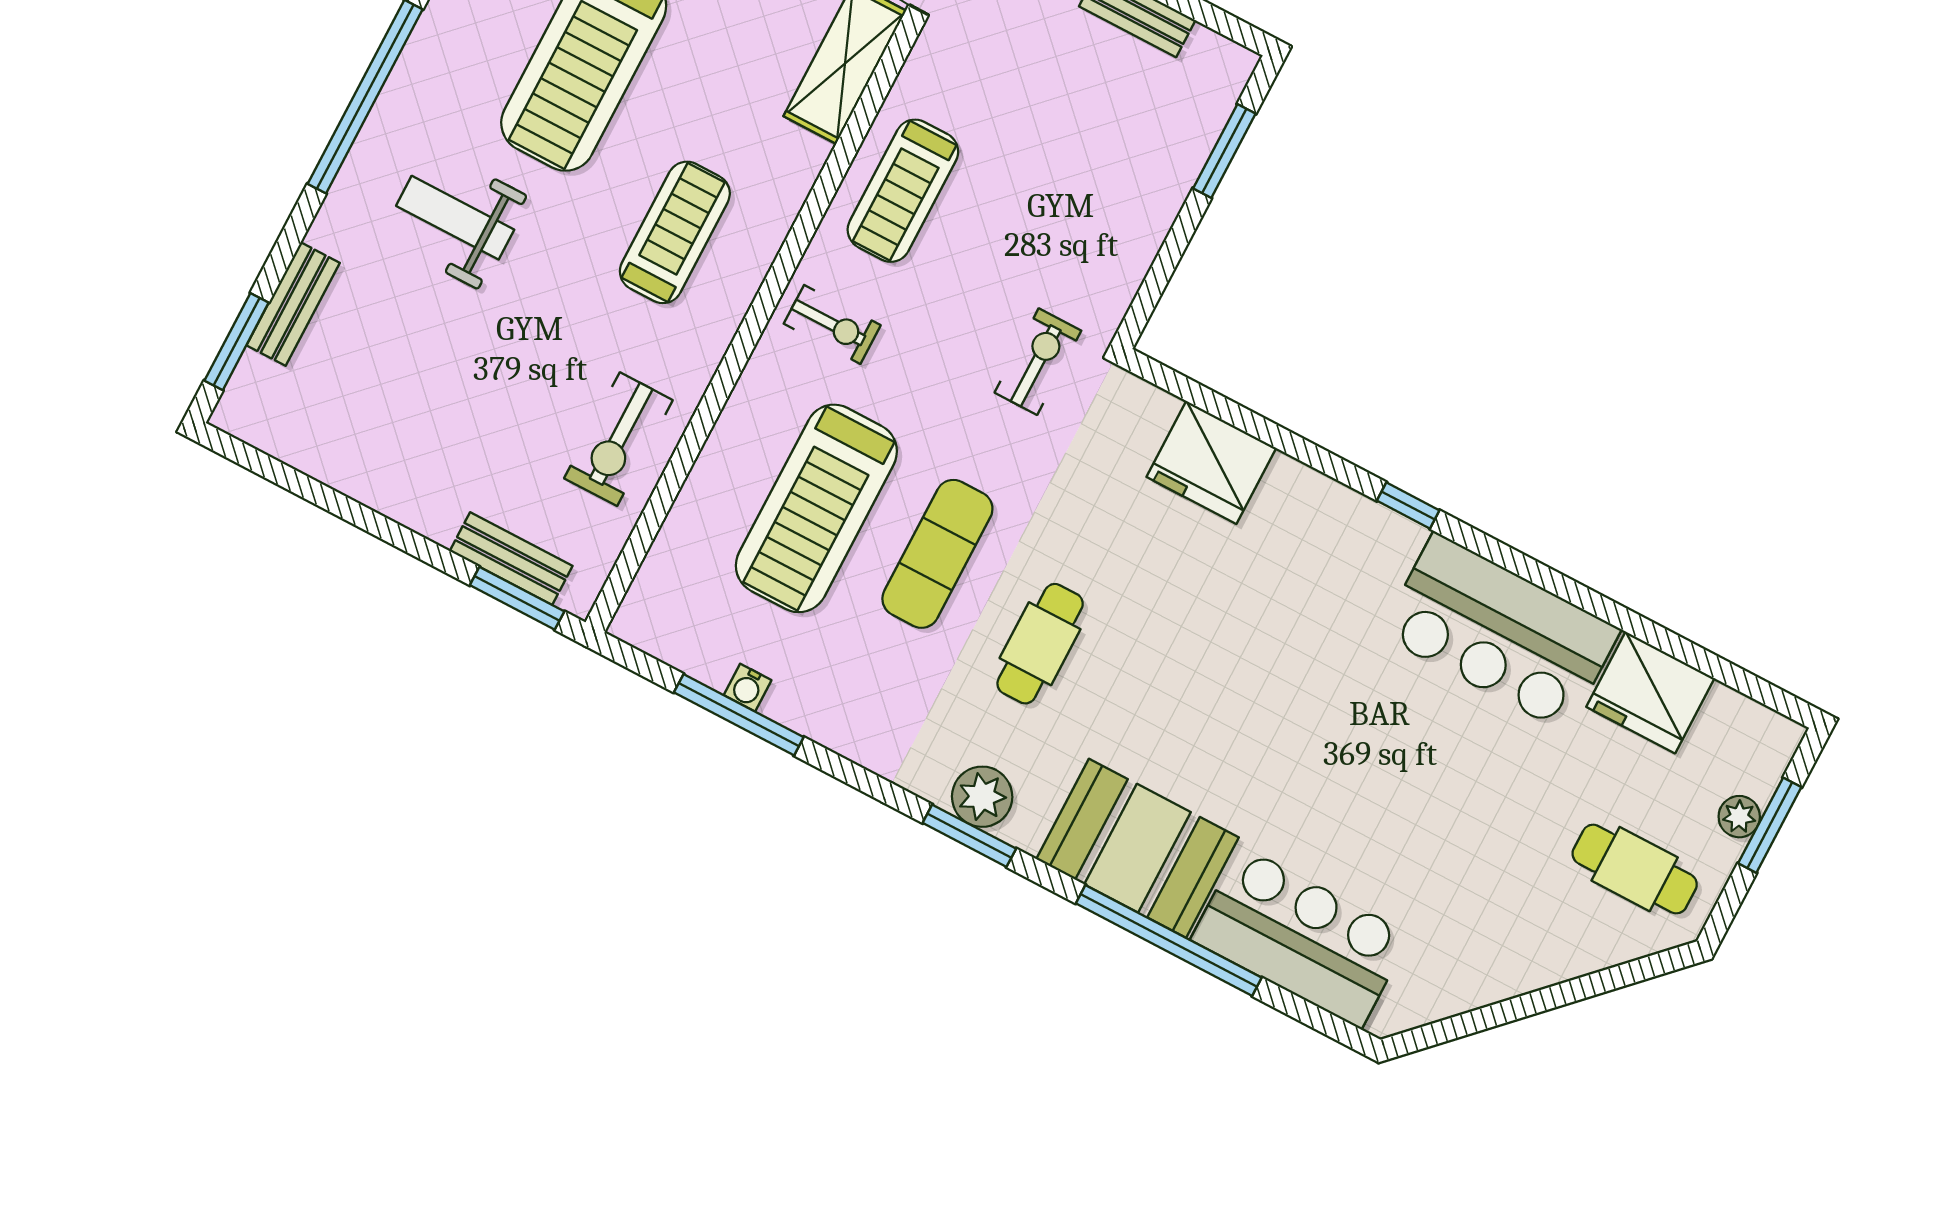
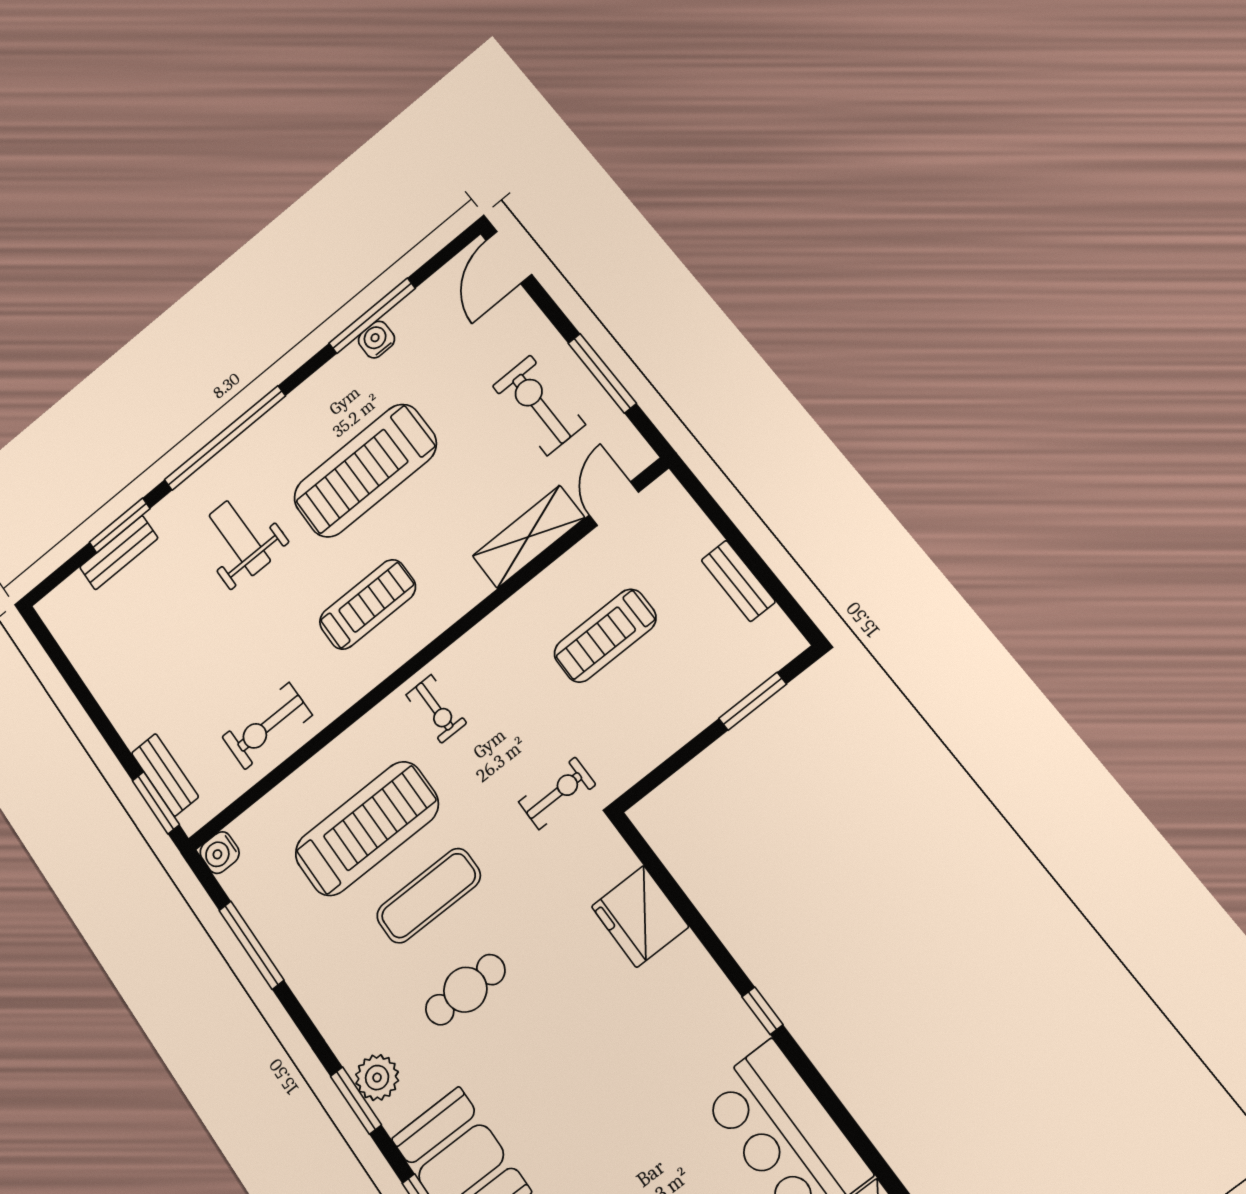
treadmill: (903, 191) -> (605, 636), moved
window: (237, 342) -> (120, 525), moved
treadmill: (816, 508) -> (367, 829), turned 180
water cooler: (748, 688) -> (220, 853), moved, width x1.38, depth x1.38

